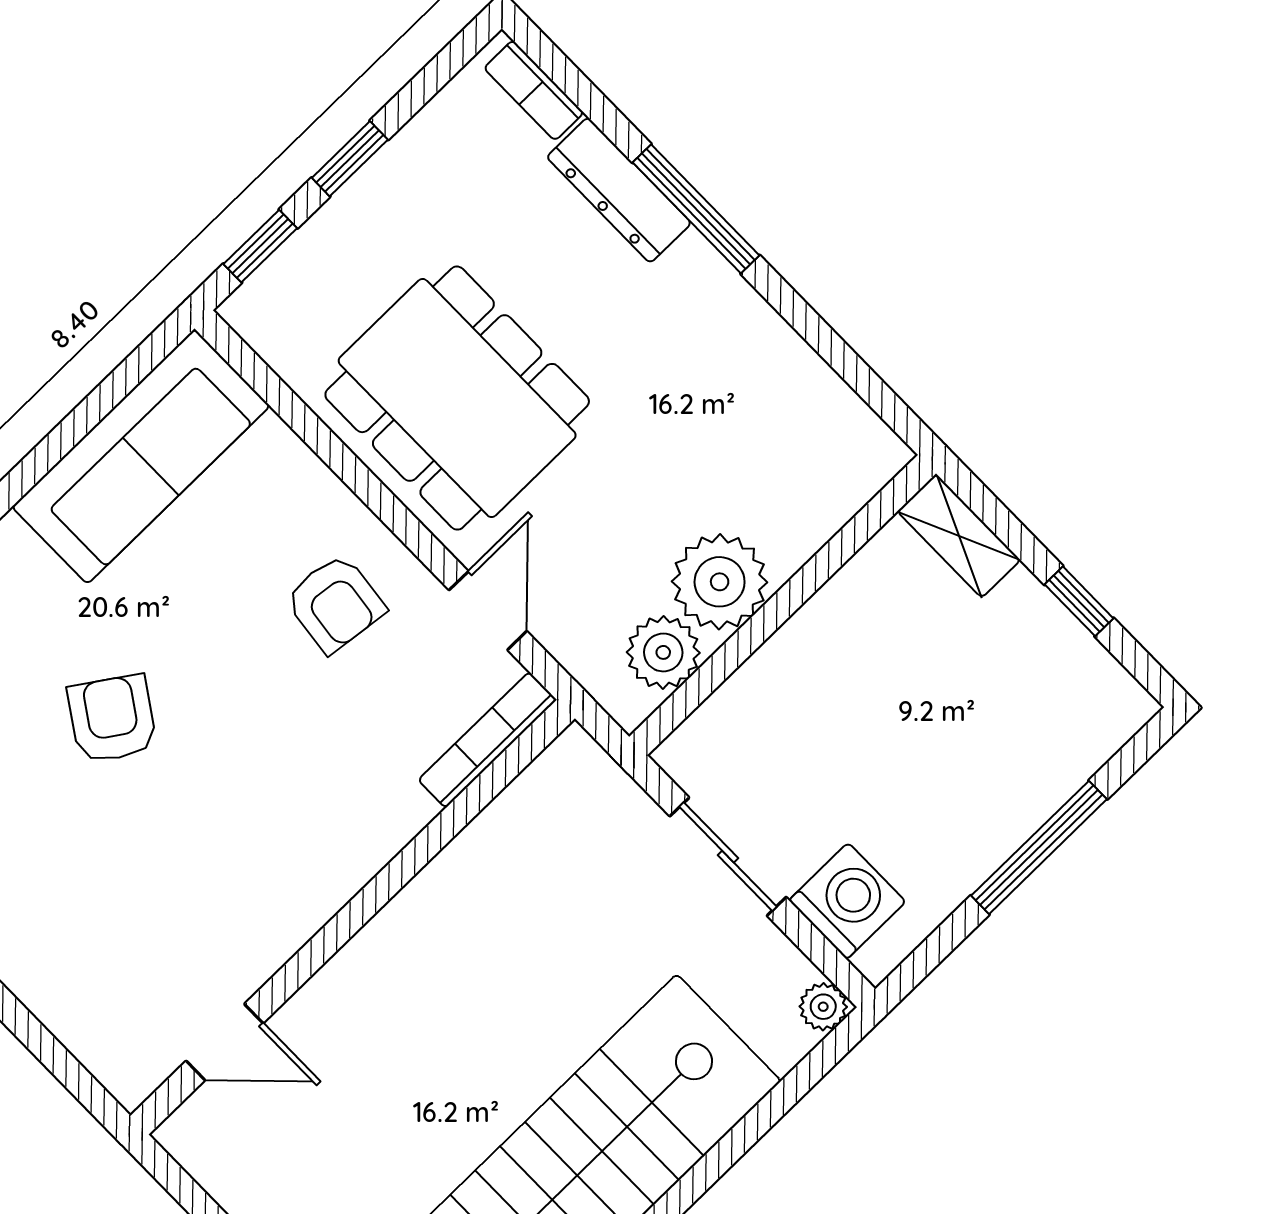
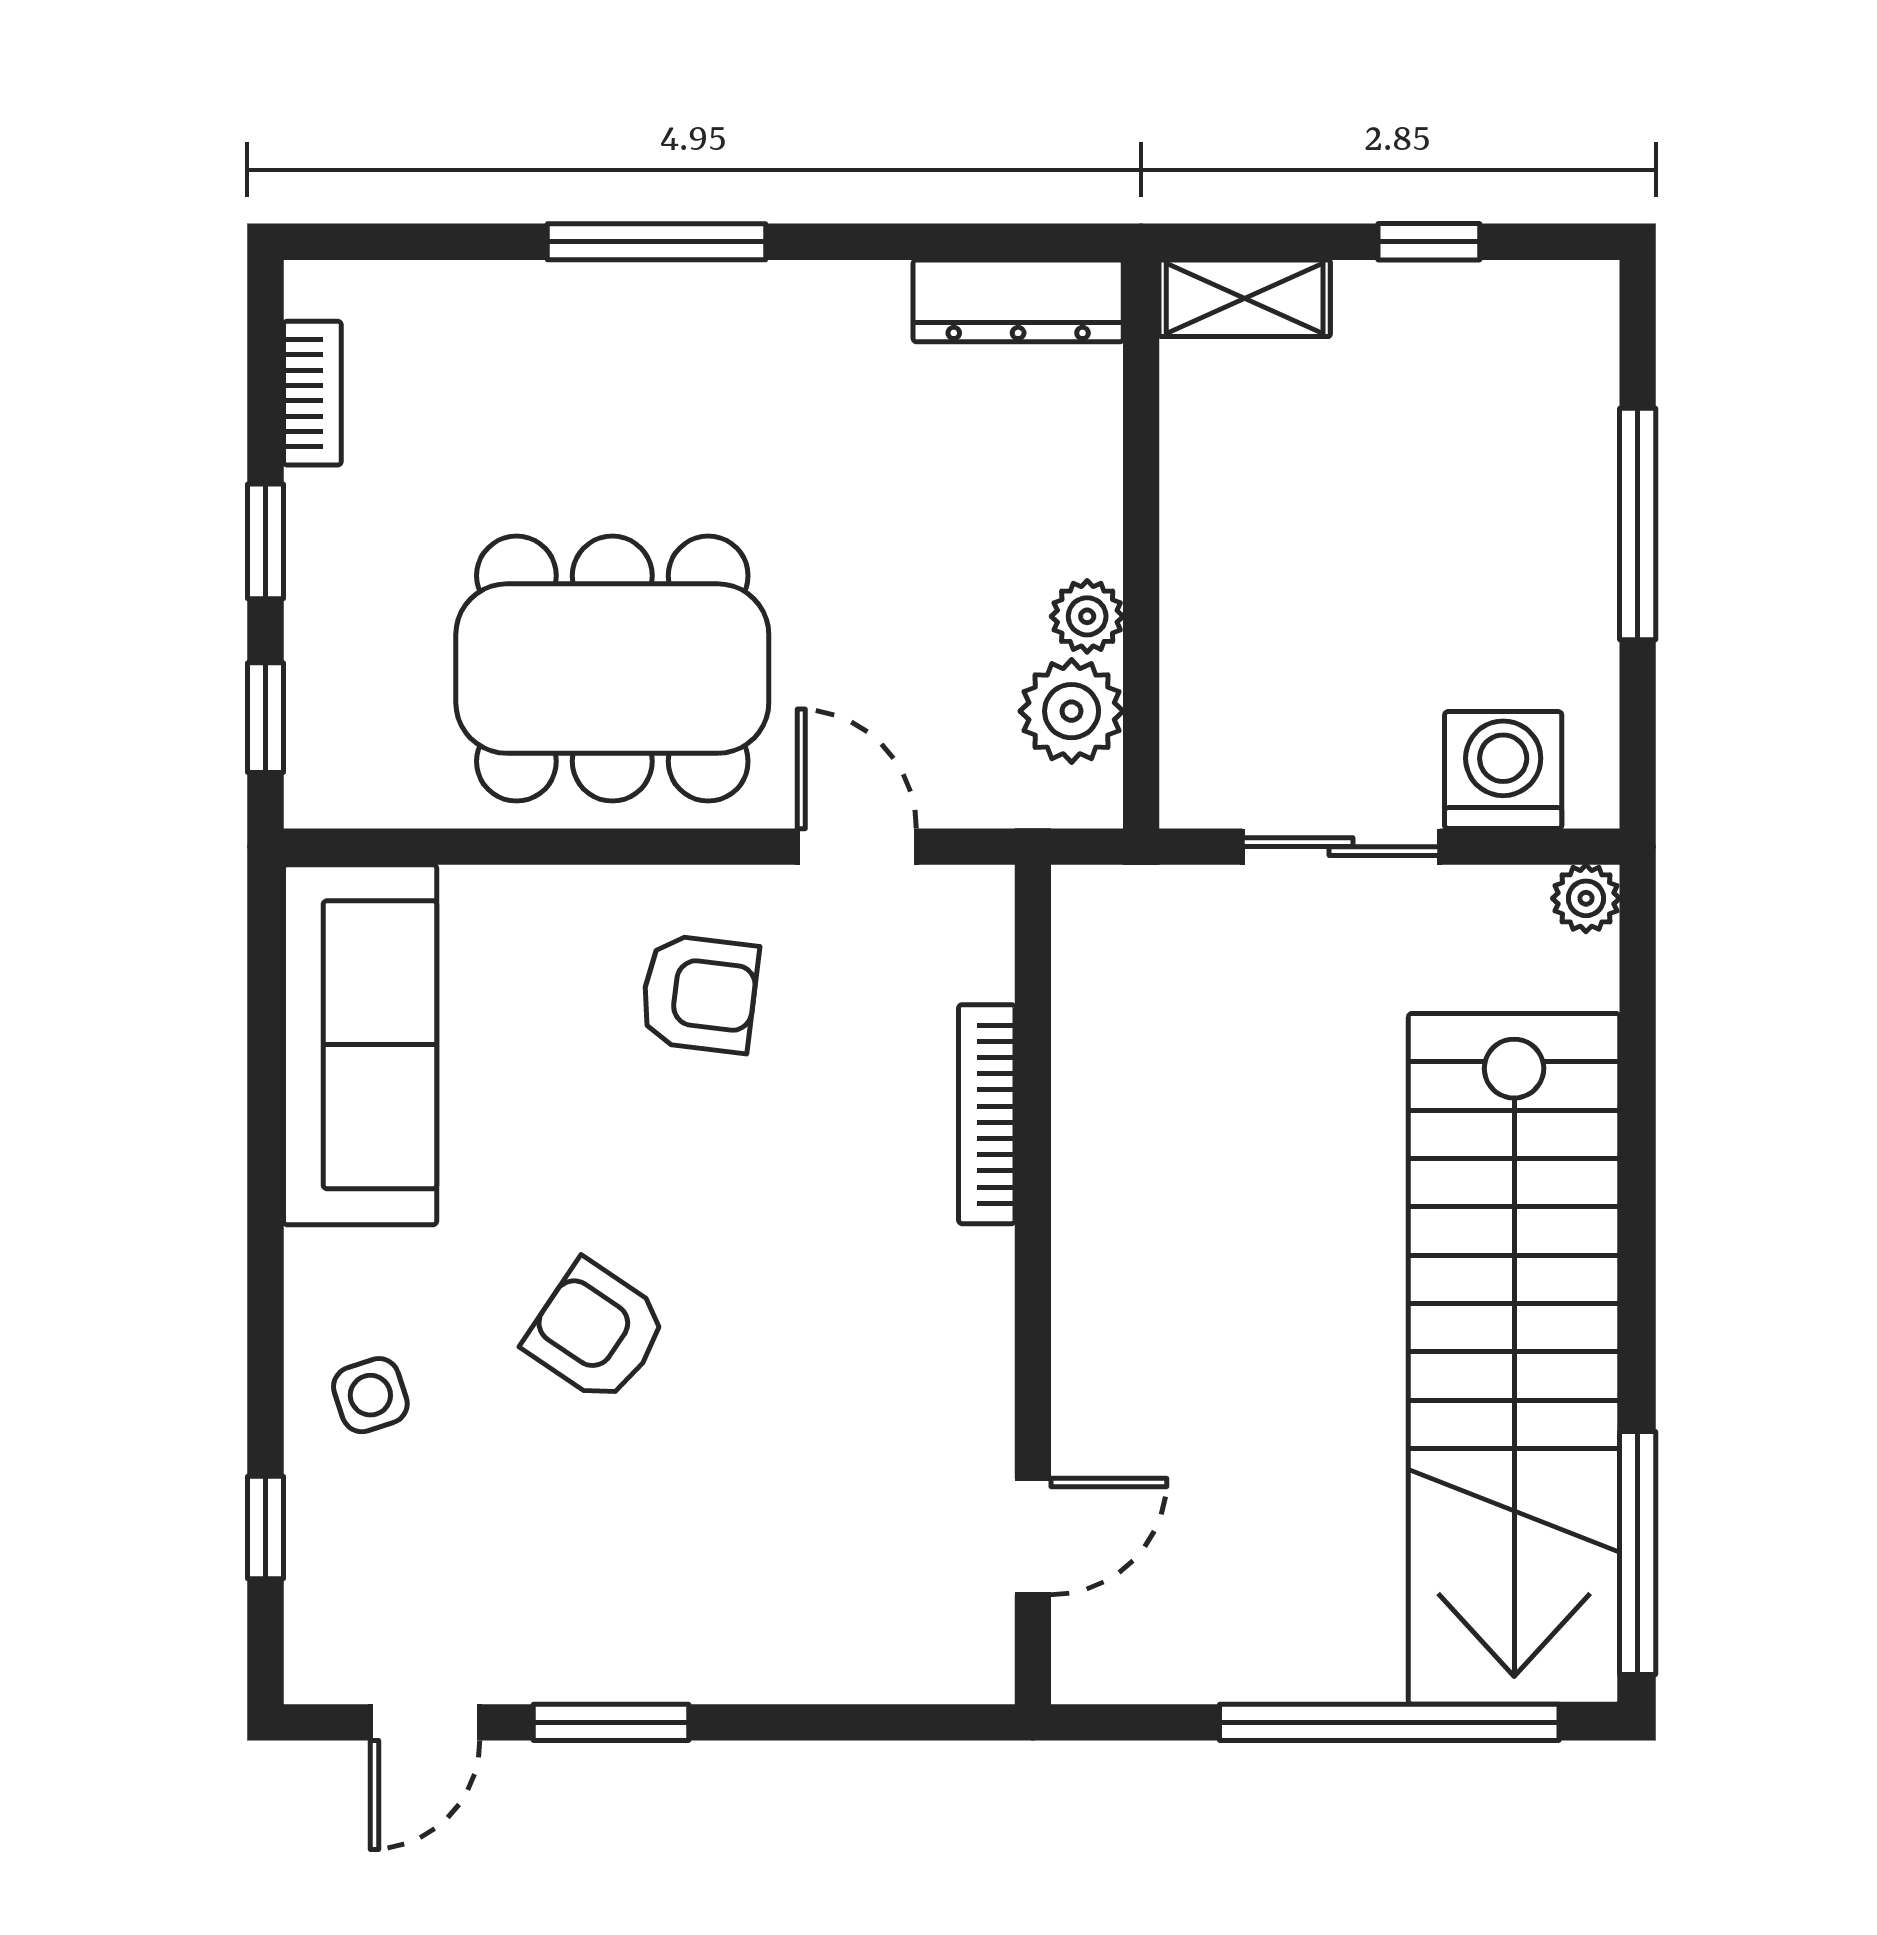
bookcase: (534, 90) -> (312, 393), moved, turned -90
dresser: (619, 190) -> (1018, 301), moved
plant: (720, 582) -> (1087, 616), width x0.53, depth x0.53
bookcase: (487, 740) -> (987, 1114), moved

